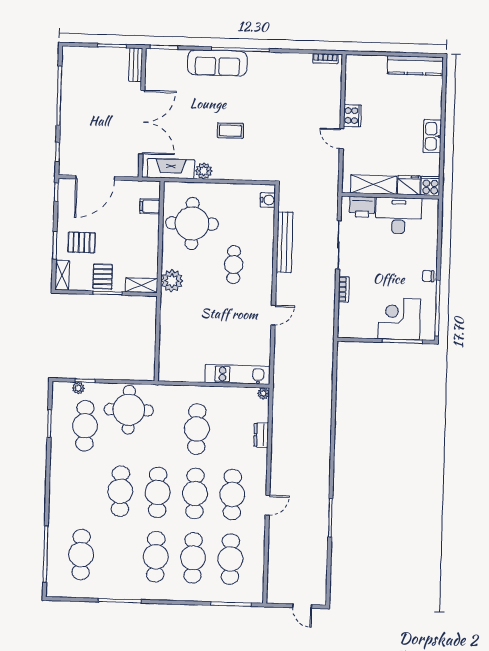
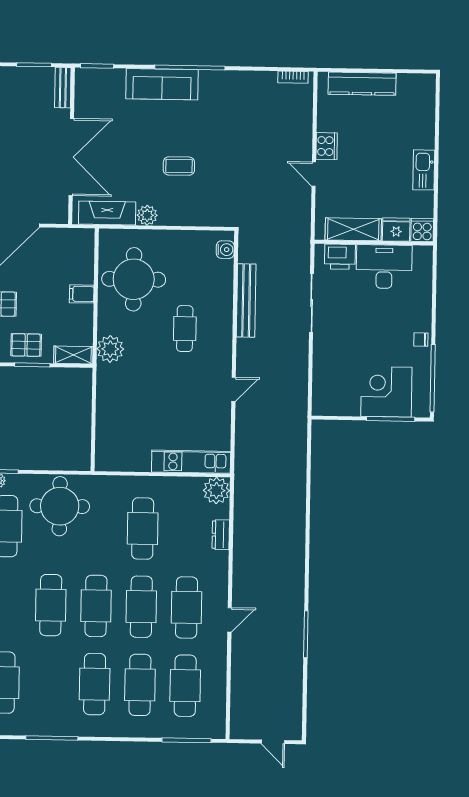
kitchen counter: (415, 66) -> (362, 84), moved
filing cabinet: (150, 206) -> (82, 294), moved
pallet: (103, 277) -> (26, 345), turned 90
bookcase: (344, 289) -> (319, 357), removed
plant: (263, 393) -> (216, 491), width x1.87, depth x1.87

